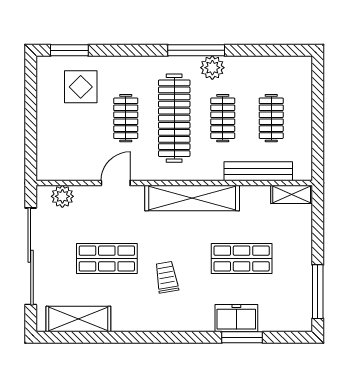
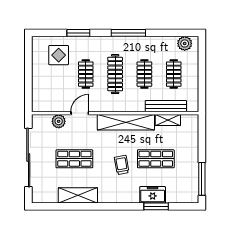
window: (69, 50) -> (78, 33), moved
plant: (212, 68) -> (185, 43), moved
clothes rail: (174, 118) -> (115, 74), width x0.73, depth x0.76
shelving: (292, 194) -> (168, 120), moved
plant: (62, 196) -> (59, 121), moved
trolley: (167, 277) -> (122, 165), moved
shelving: (78, 319) -> (78, 195), moved

